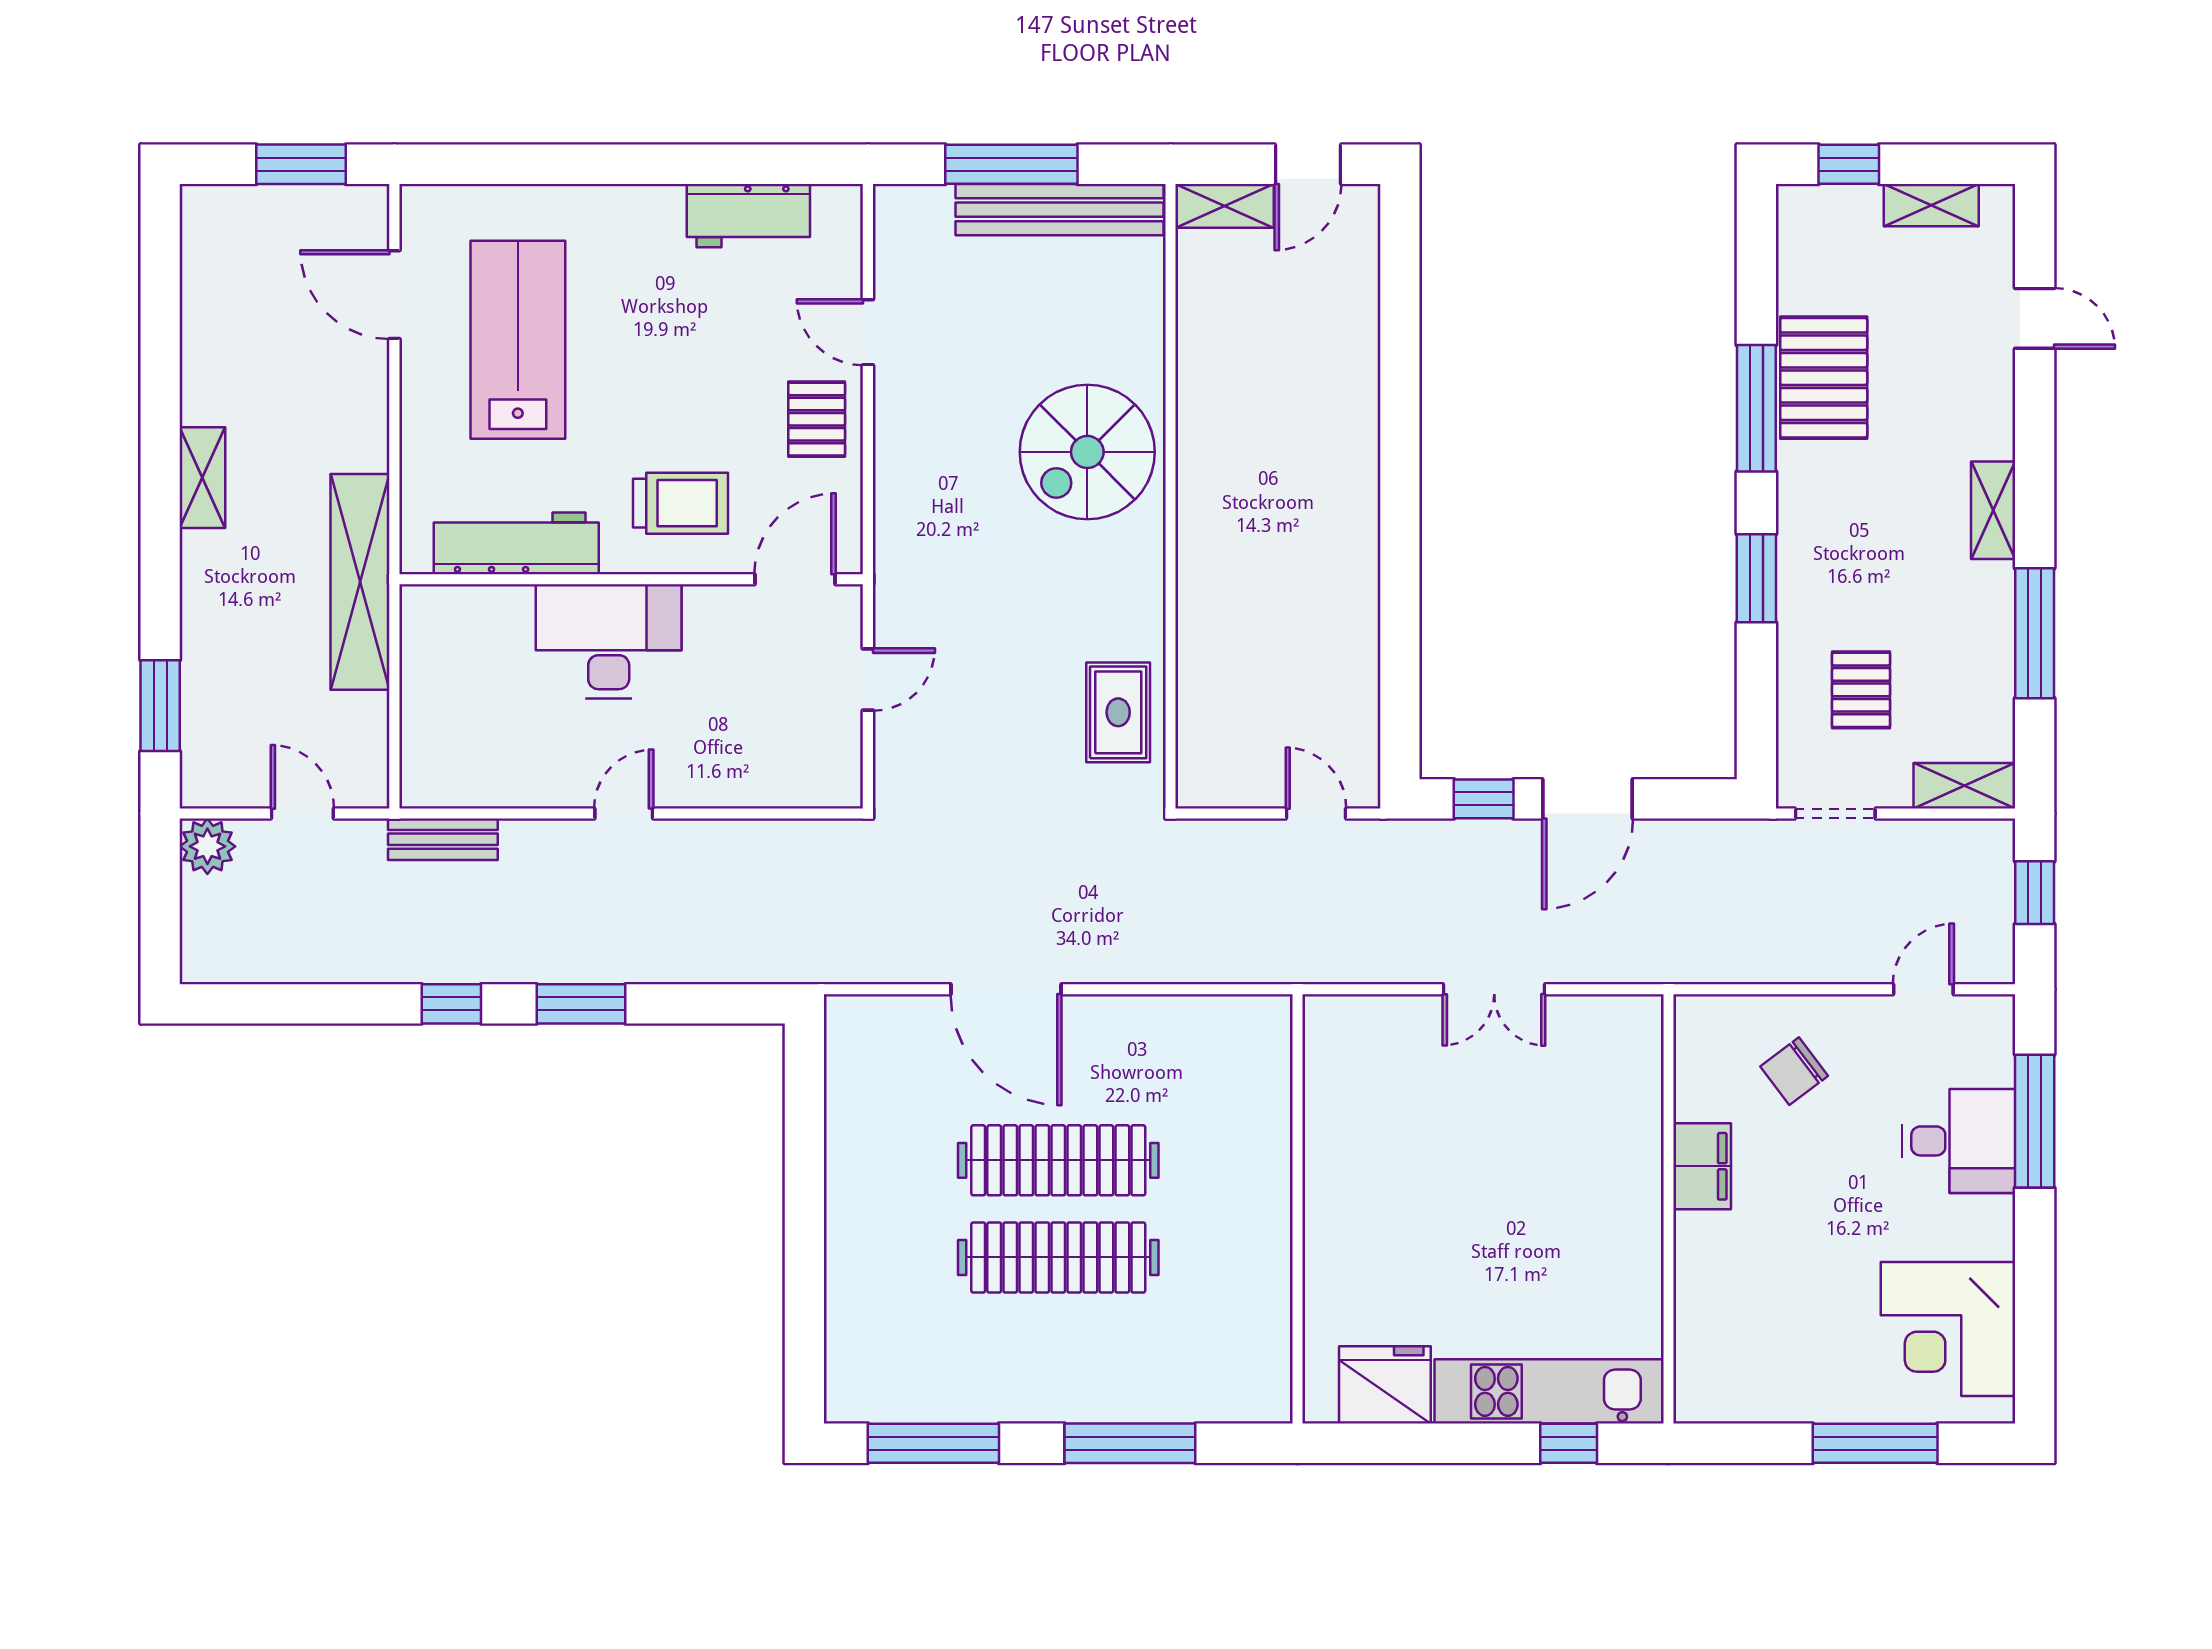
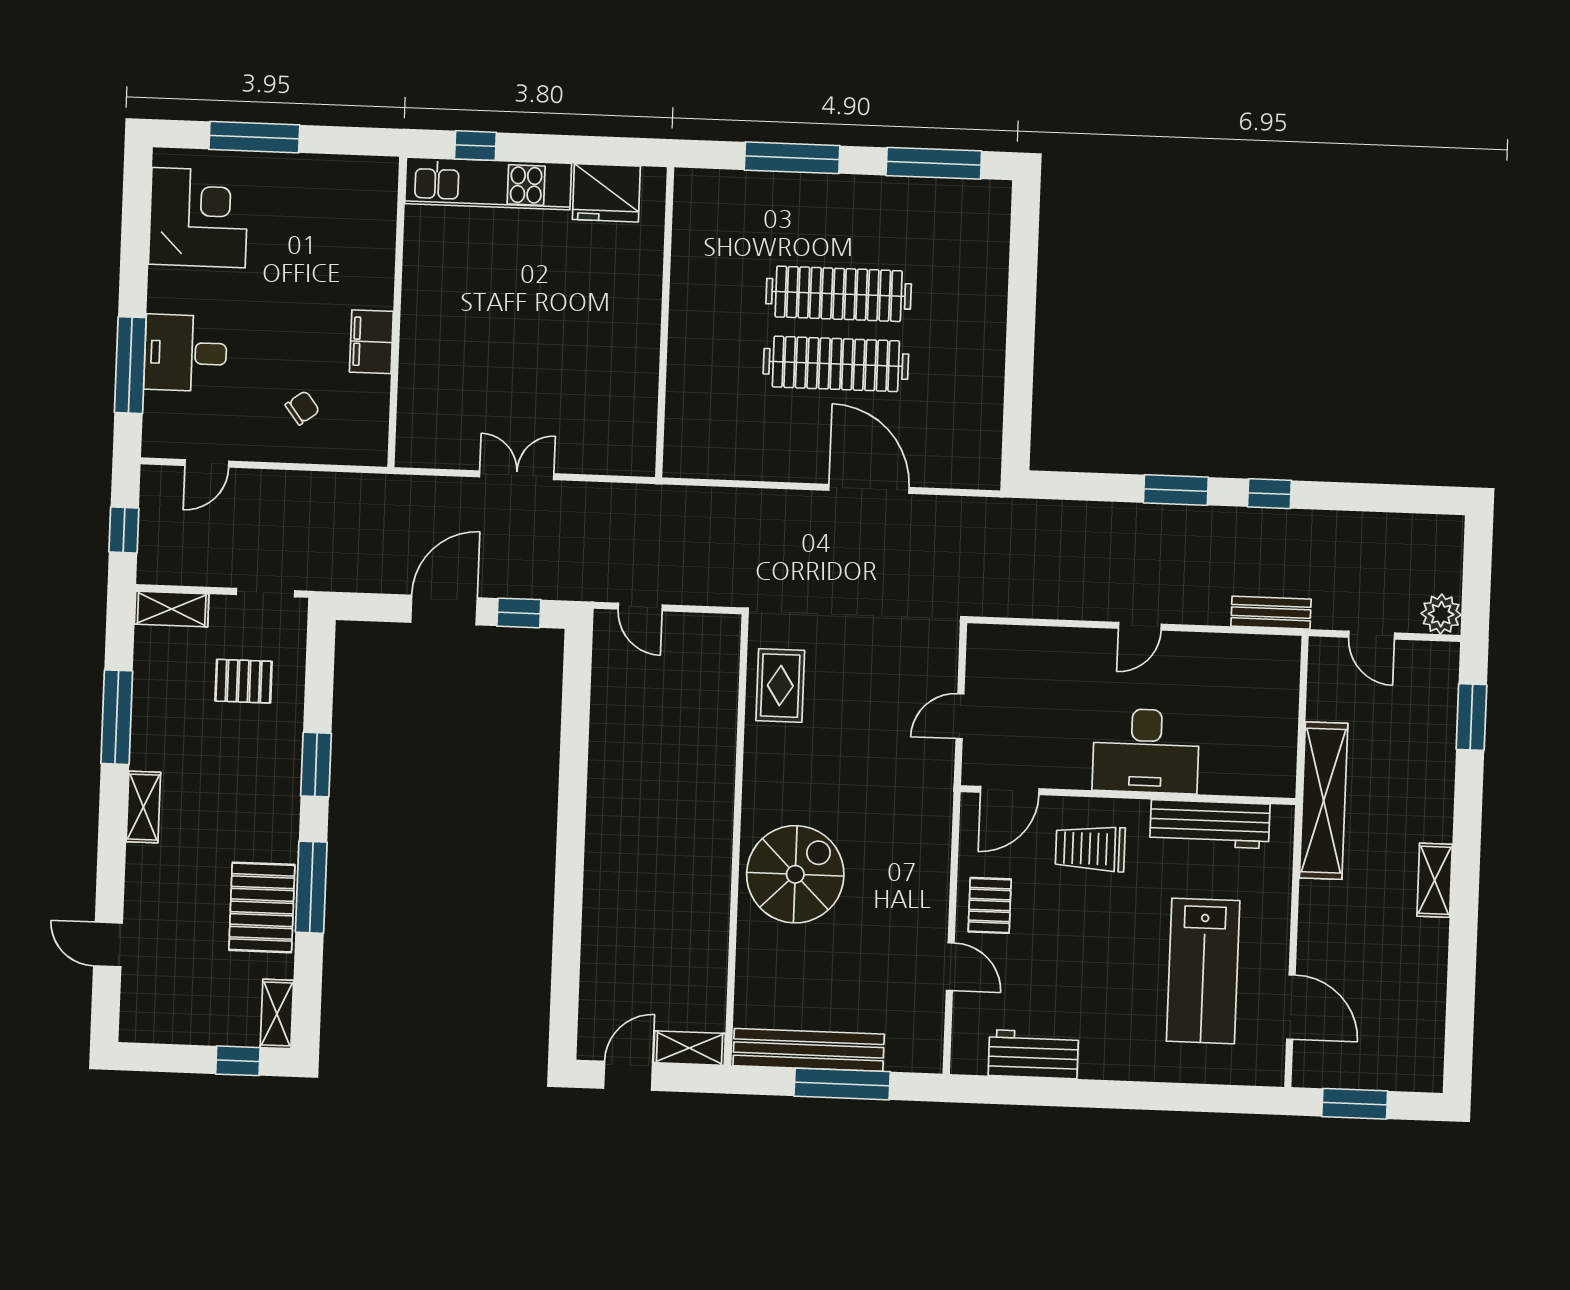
shelving: (1931, 205) -> (277, 1014), moved, turned 90
pallet: (1861, 690) -> (244, 681), turned 90
chair: (1794, 1071) -> (302, 408), width x0.73, depth x0.73

